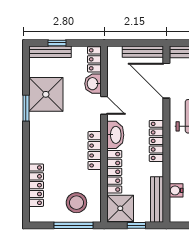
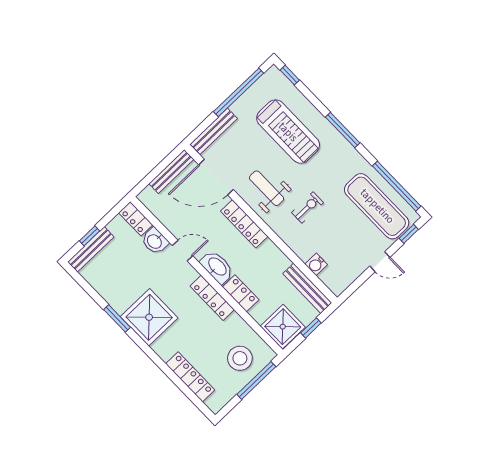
shower: (46, 94) -> (149, 317), moved
locker: (156, 141) -> (244, 224), moved
locker: (114, 172) -> (241, 293), width x0.66

